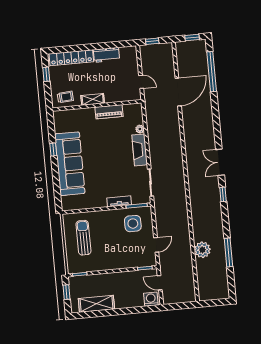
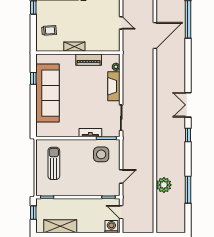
shelving: (93, 99) -> (74, 47), moved
wall: (97, 105) -> (78, 53), moved
piano: (109, 112) -> (89, 60), moved

